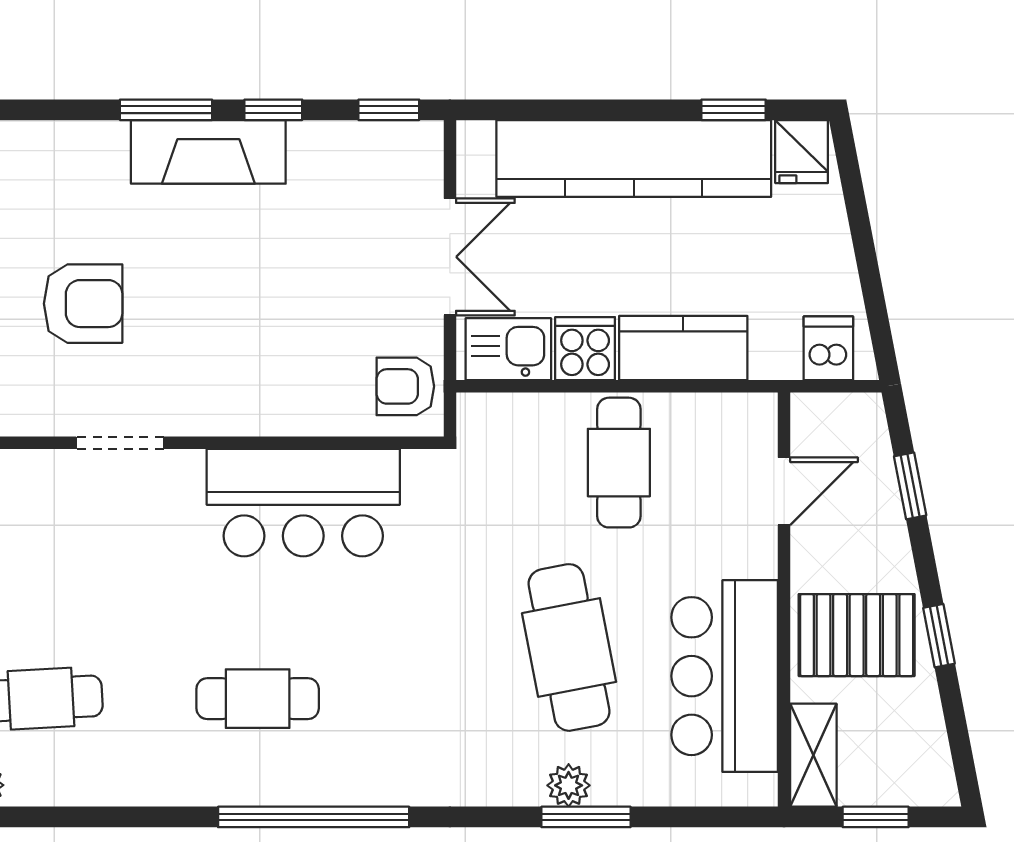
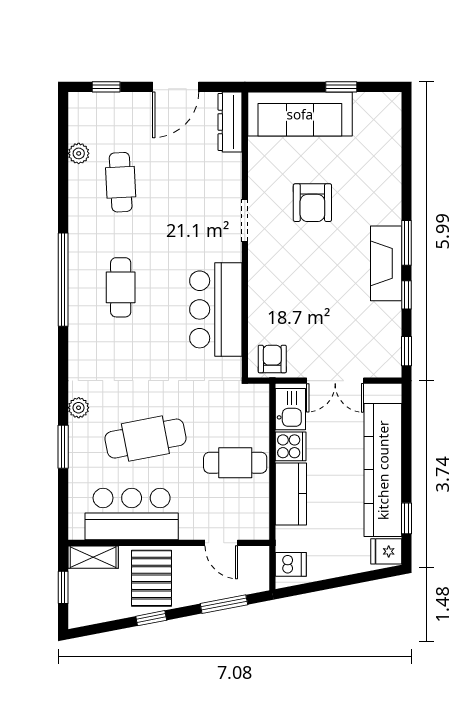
window: (910, 486) -> (224, 604), width x1.50
plant: (569, 785) -> (79, 408), moved
window: (314, 817) -> (63, 280), moved

